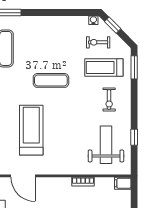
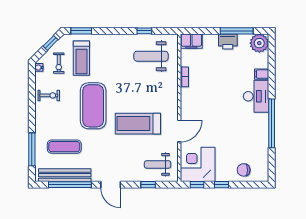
window: (113, 25) -> (51, 43), moved
exercise mat: (51, 80) -> (93, 106), width x2.00, depth x1.45
exercise bike: (109, 100) -> (49, 95), moved
filing cabinet: (123, 183) -> (191, 41), width x2.00

